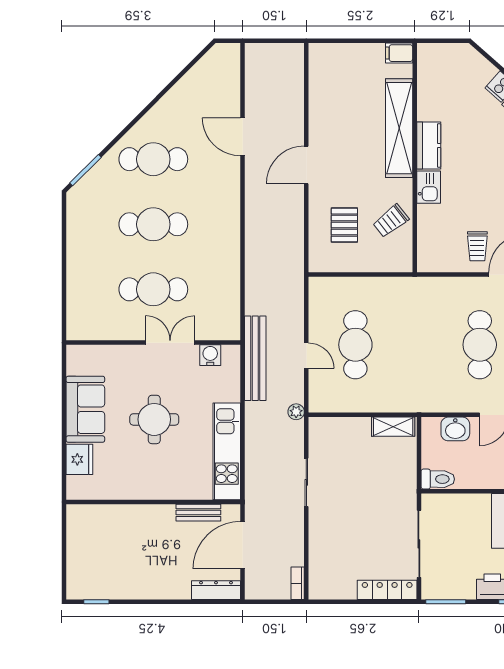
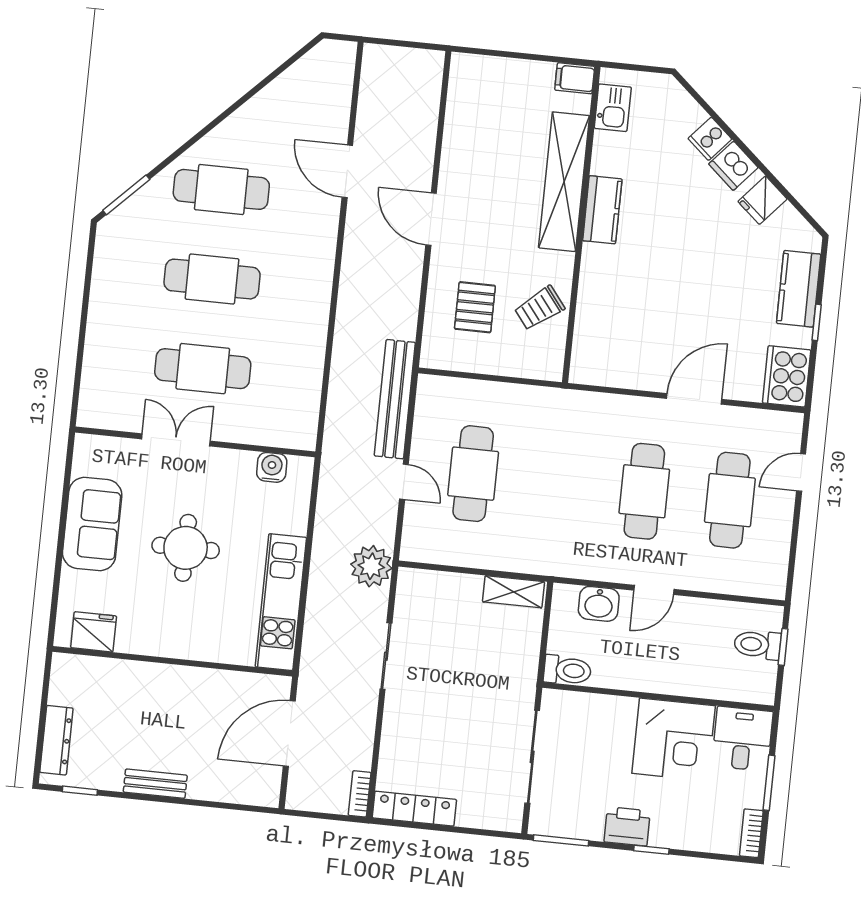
door: (306, 165) -> (431, 219), hinge flipped
kitchen sink: (429, 187) -> (613, 108), moved
trolley: (477, 246) -> (655, 355), removed
double door: (170, 343) -> (176, 440), moved
bench: (255, 358) -> (395, 399), moved
plant: (296, 412) -> (371, 566), width x1.88, depth x1.88
fridge: (79, 459) -> (94, 632), moved, turned -90
bench: (198, 513) -> (155, 784), moved
dresser: (216, 590) -> (56, 740), moved, turned 90
locker: (387, 590) -> (414, 809), moved

